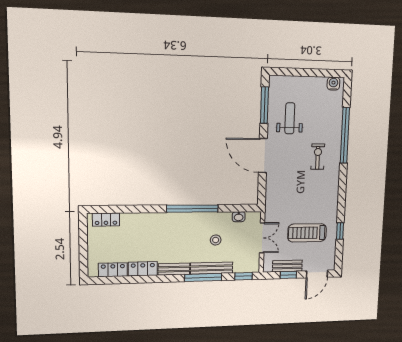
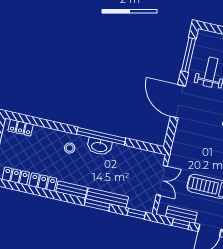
washbasin: (239, 217) -> (99, 147), moved, width x1.91, depth x1.45
stool: (216, 240) -> (70, 148), moved
window: (203, 277) -> (97, 205), width x0.69

